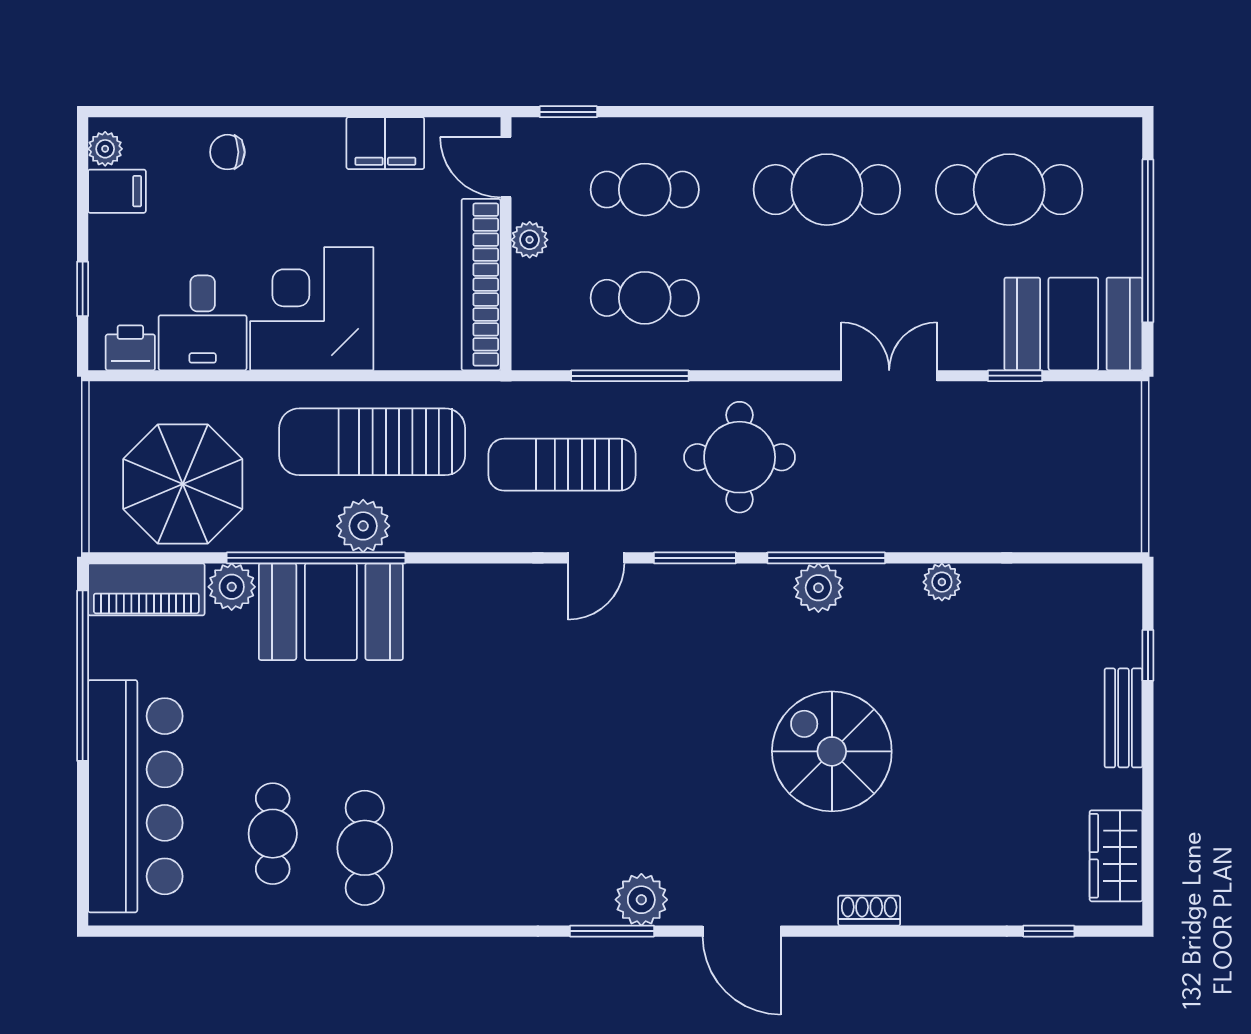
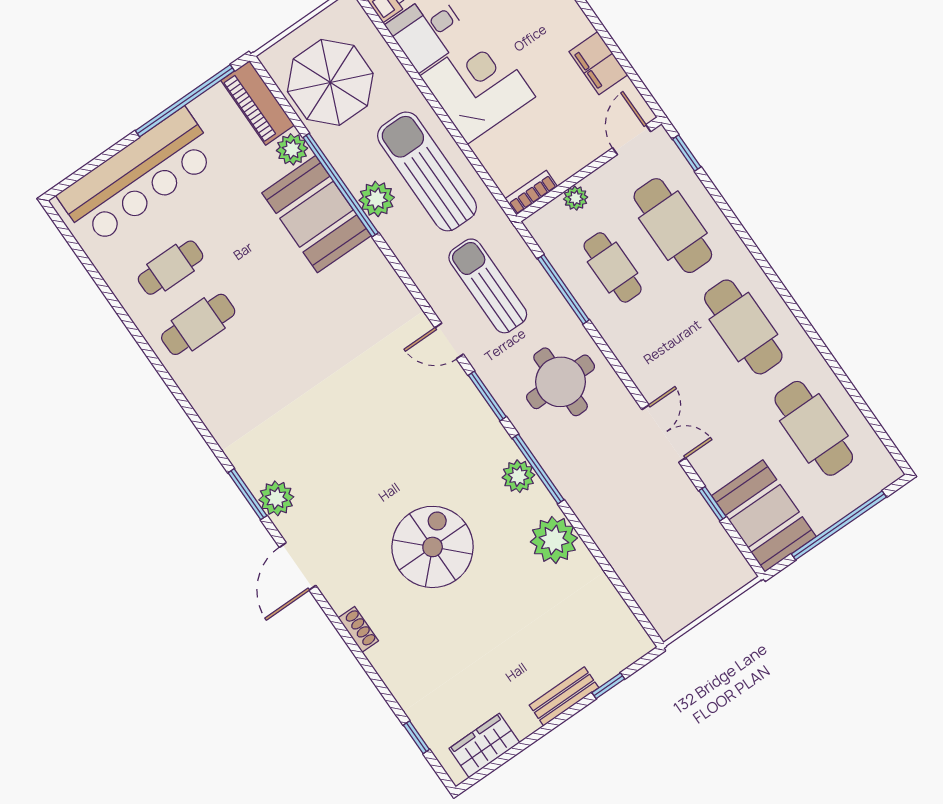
cafe table: (645, 190) -> (673, 226), width x1.37, depth x1.35
plant: (530, 240) -> (576, 198), moved
bookcase: (481, 285) -> (531, 193), width x0.43, depth x0.76
plant: (942, 582) -> (554, 540), width x1.87, depth x1.87

